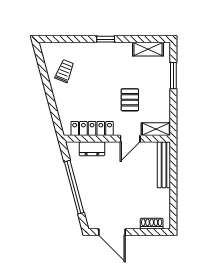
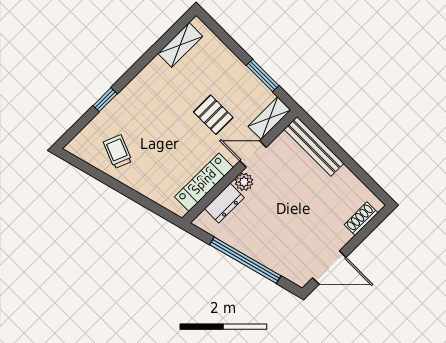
window: (106, 39) -> (105, 100), moved
window: (173, 76) -> (263, 75), moved
door: (130, 139) -> (253, 154), swing flipped
plant: (112, 148) -> (244, 182), added

